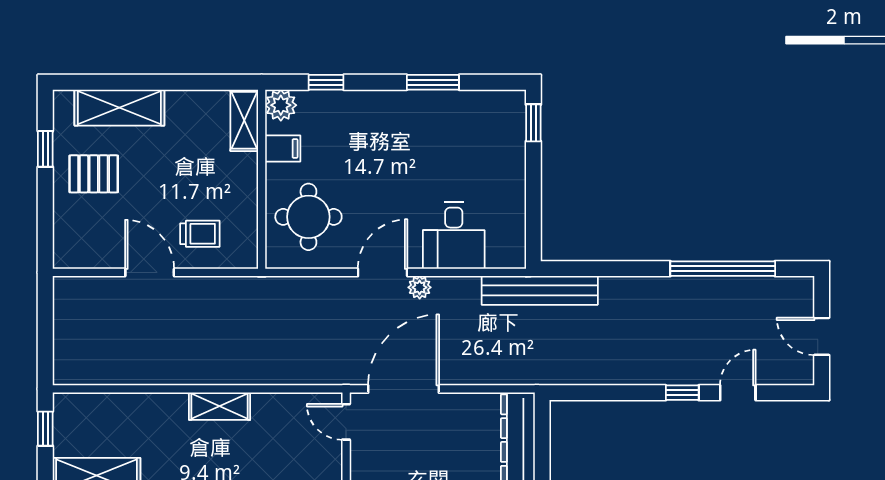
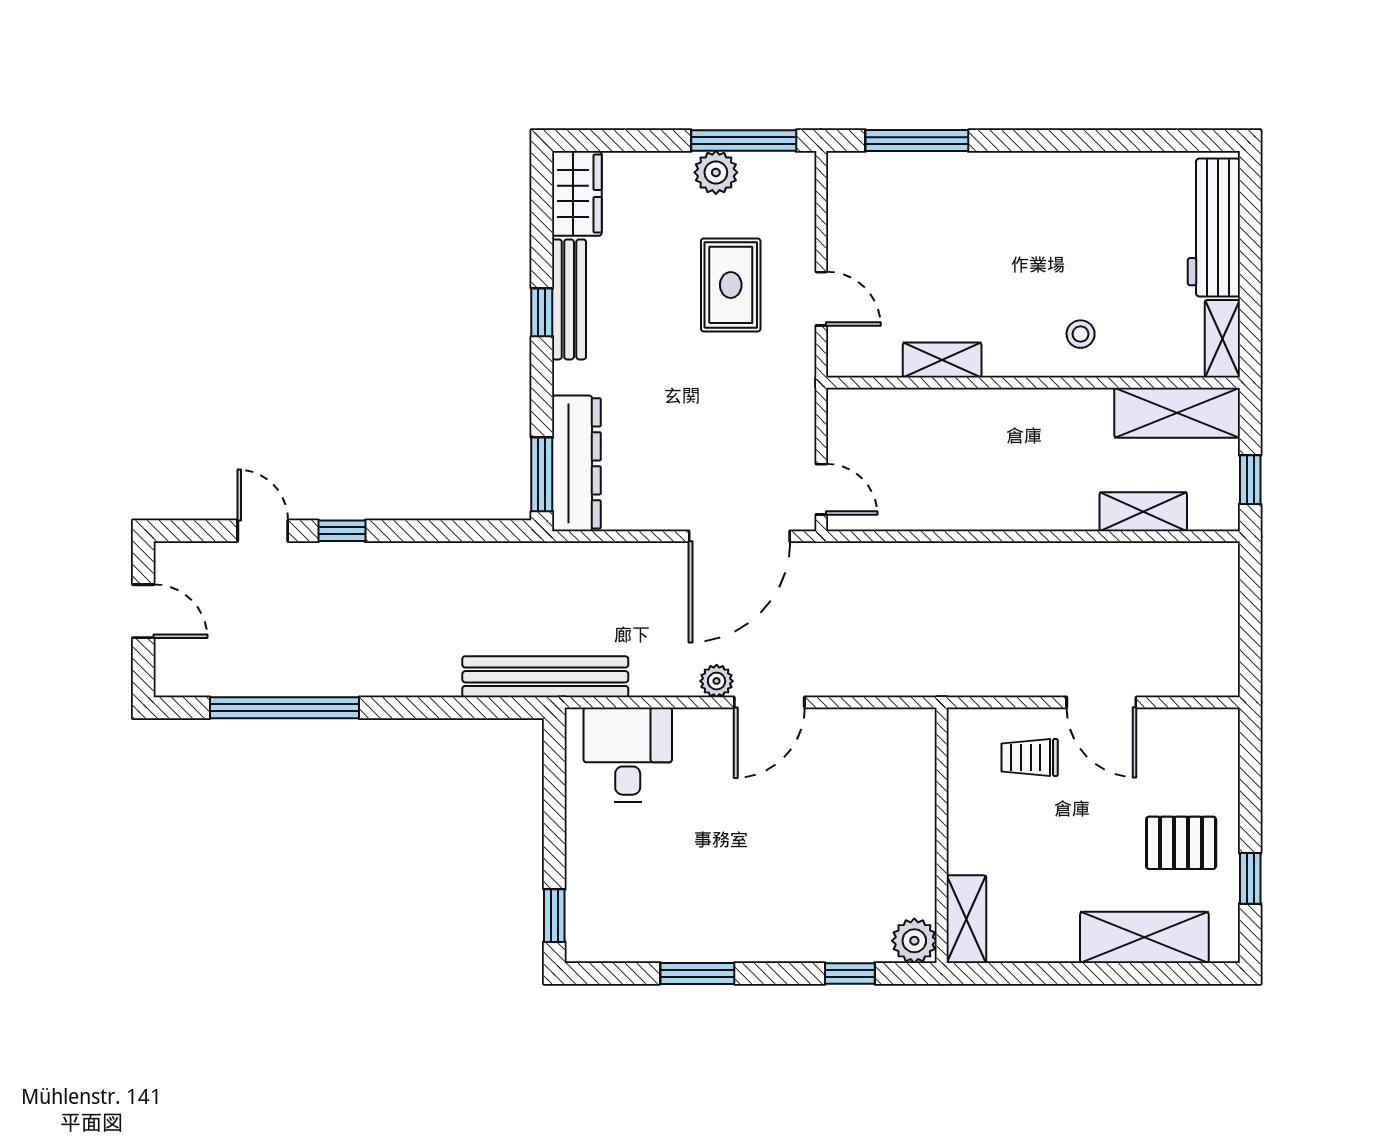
filing cabinet: (283, 149) -> (912, 879), removed
round table: (308, 217) -> (875, 782), removed
desk: (454, 236) -> (628, 755), moved
door: (738, 393) -> (263, 531), swing flipped
shelving: (220, 406) -> (1143, 512), moved
window: (542, 432) -> (542, 474), added

